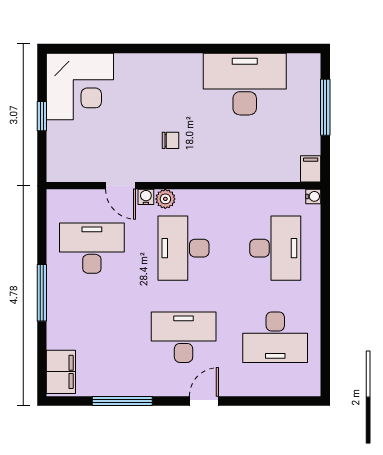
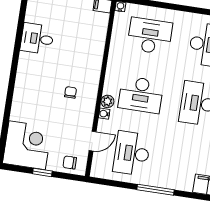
desk: (245, 84) -> (37, 39), width x0.53, depth x0.77
chair: (63, 156) -> (70, 162), added
door: (121, 186) -> (93, 141), moved

